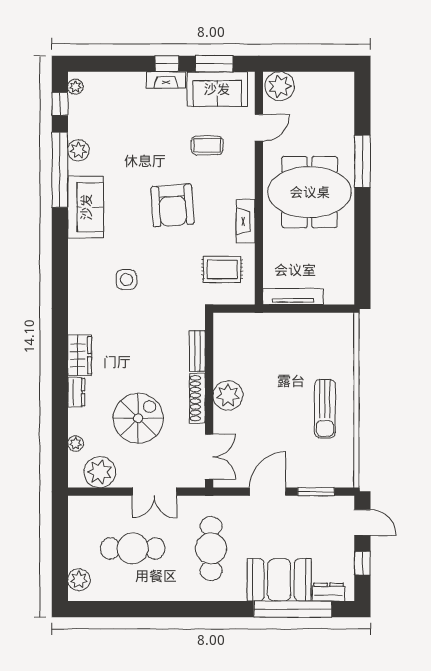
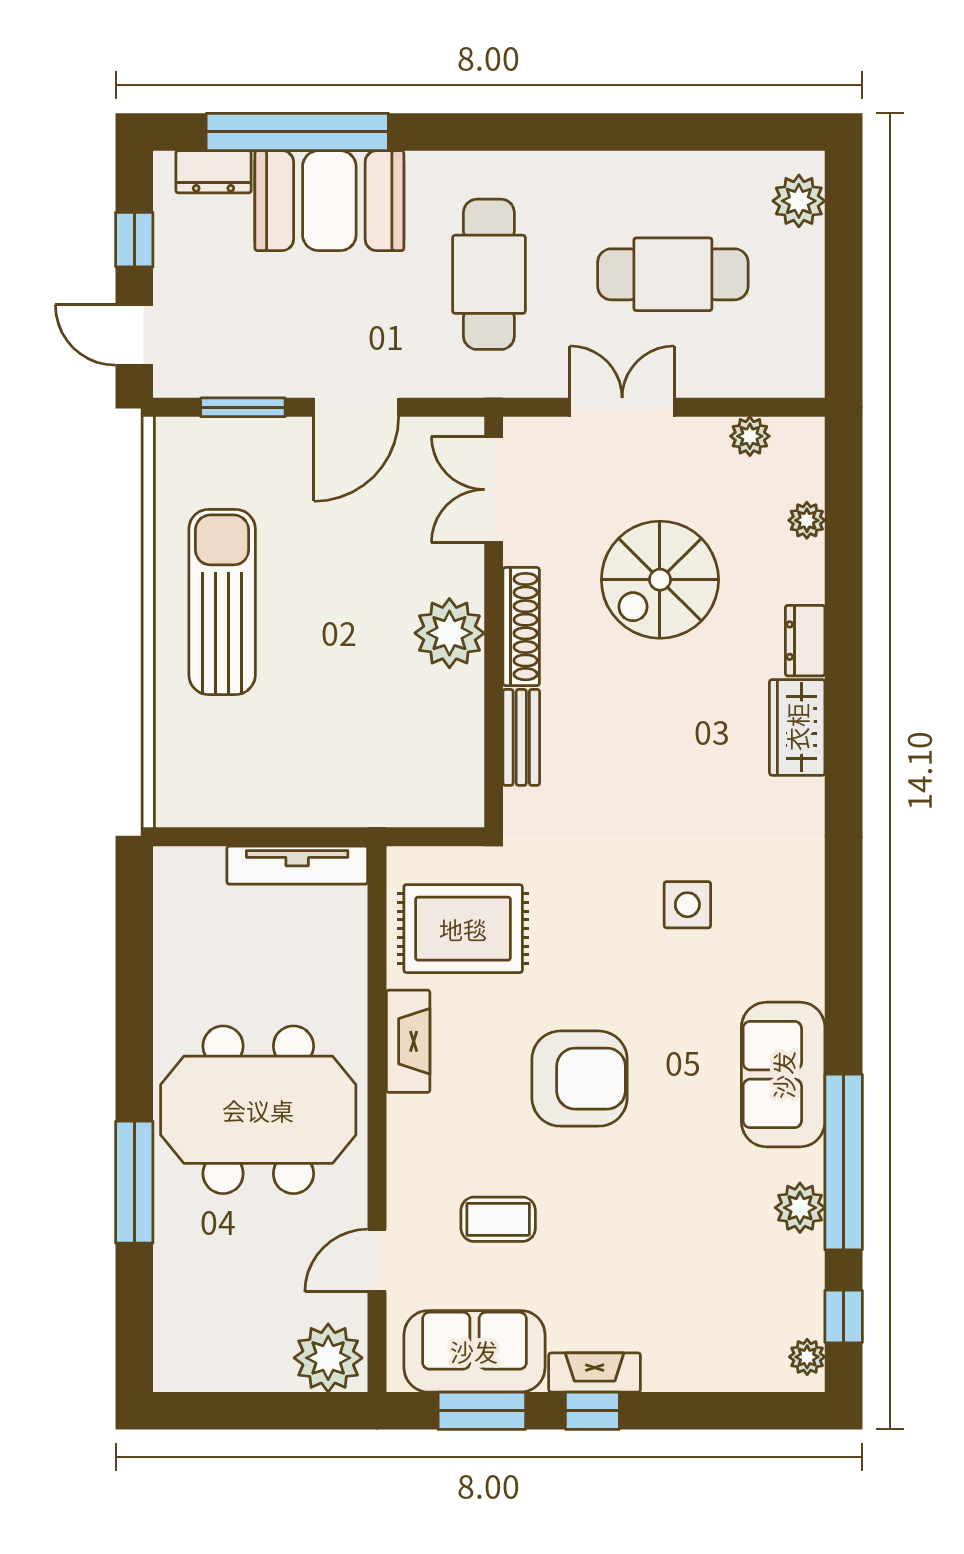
armchair: (172, 205) -> (580, 1079), turned 94
rug: (222, 269) -> (463, 929), width x1.36, depth x1.43
sun lounger: (325, 409) -> (222, 602), width x1.36, depth x1.34
plant: (100, 472) -> (750, 436), width x0.53, depth x0.53

